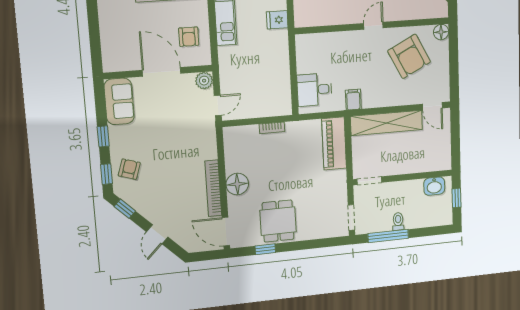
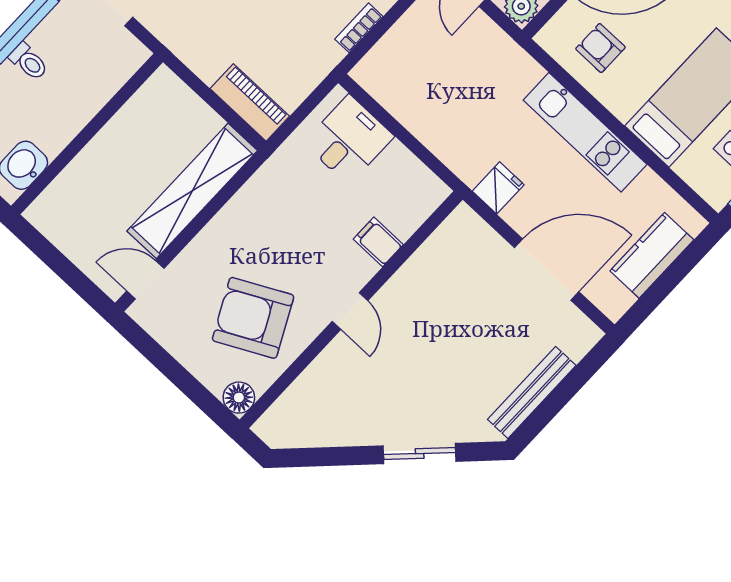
filing cabinet: (353, 100) -> (378, 242), moved, turned 180
piano: (334, 144) -> (250, 102), width x0.73, depth x0.75
doorway: (369, 181) -> (135, 83), removed

